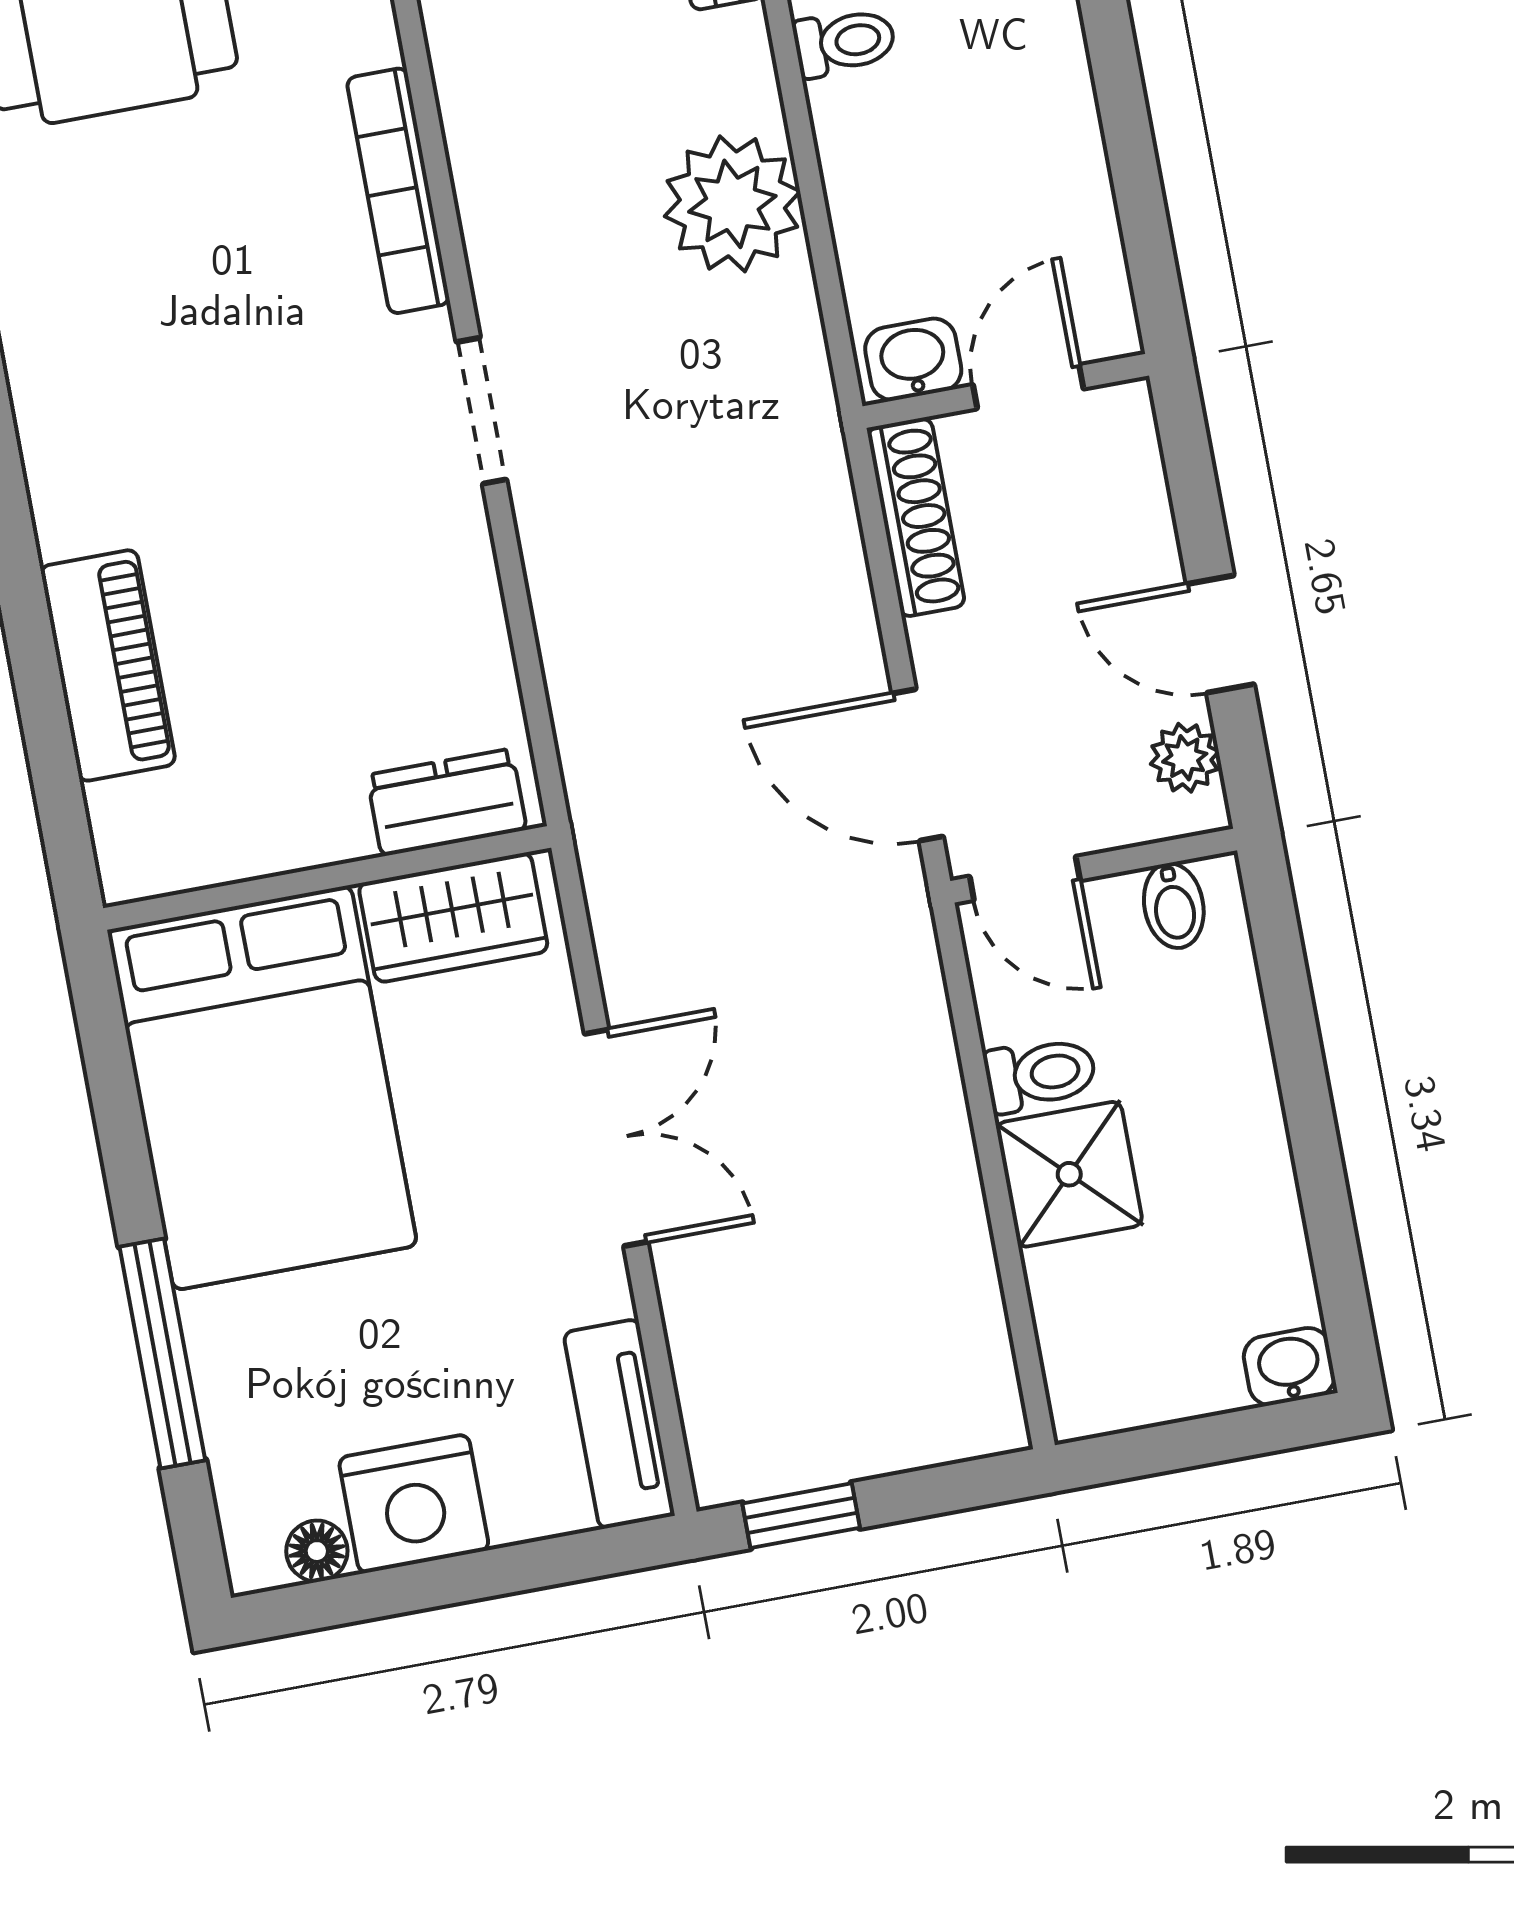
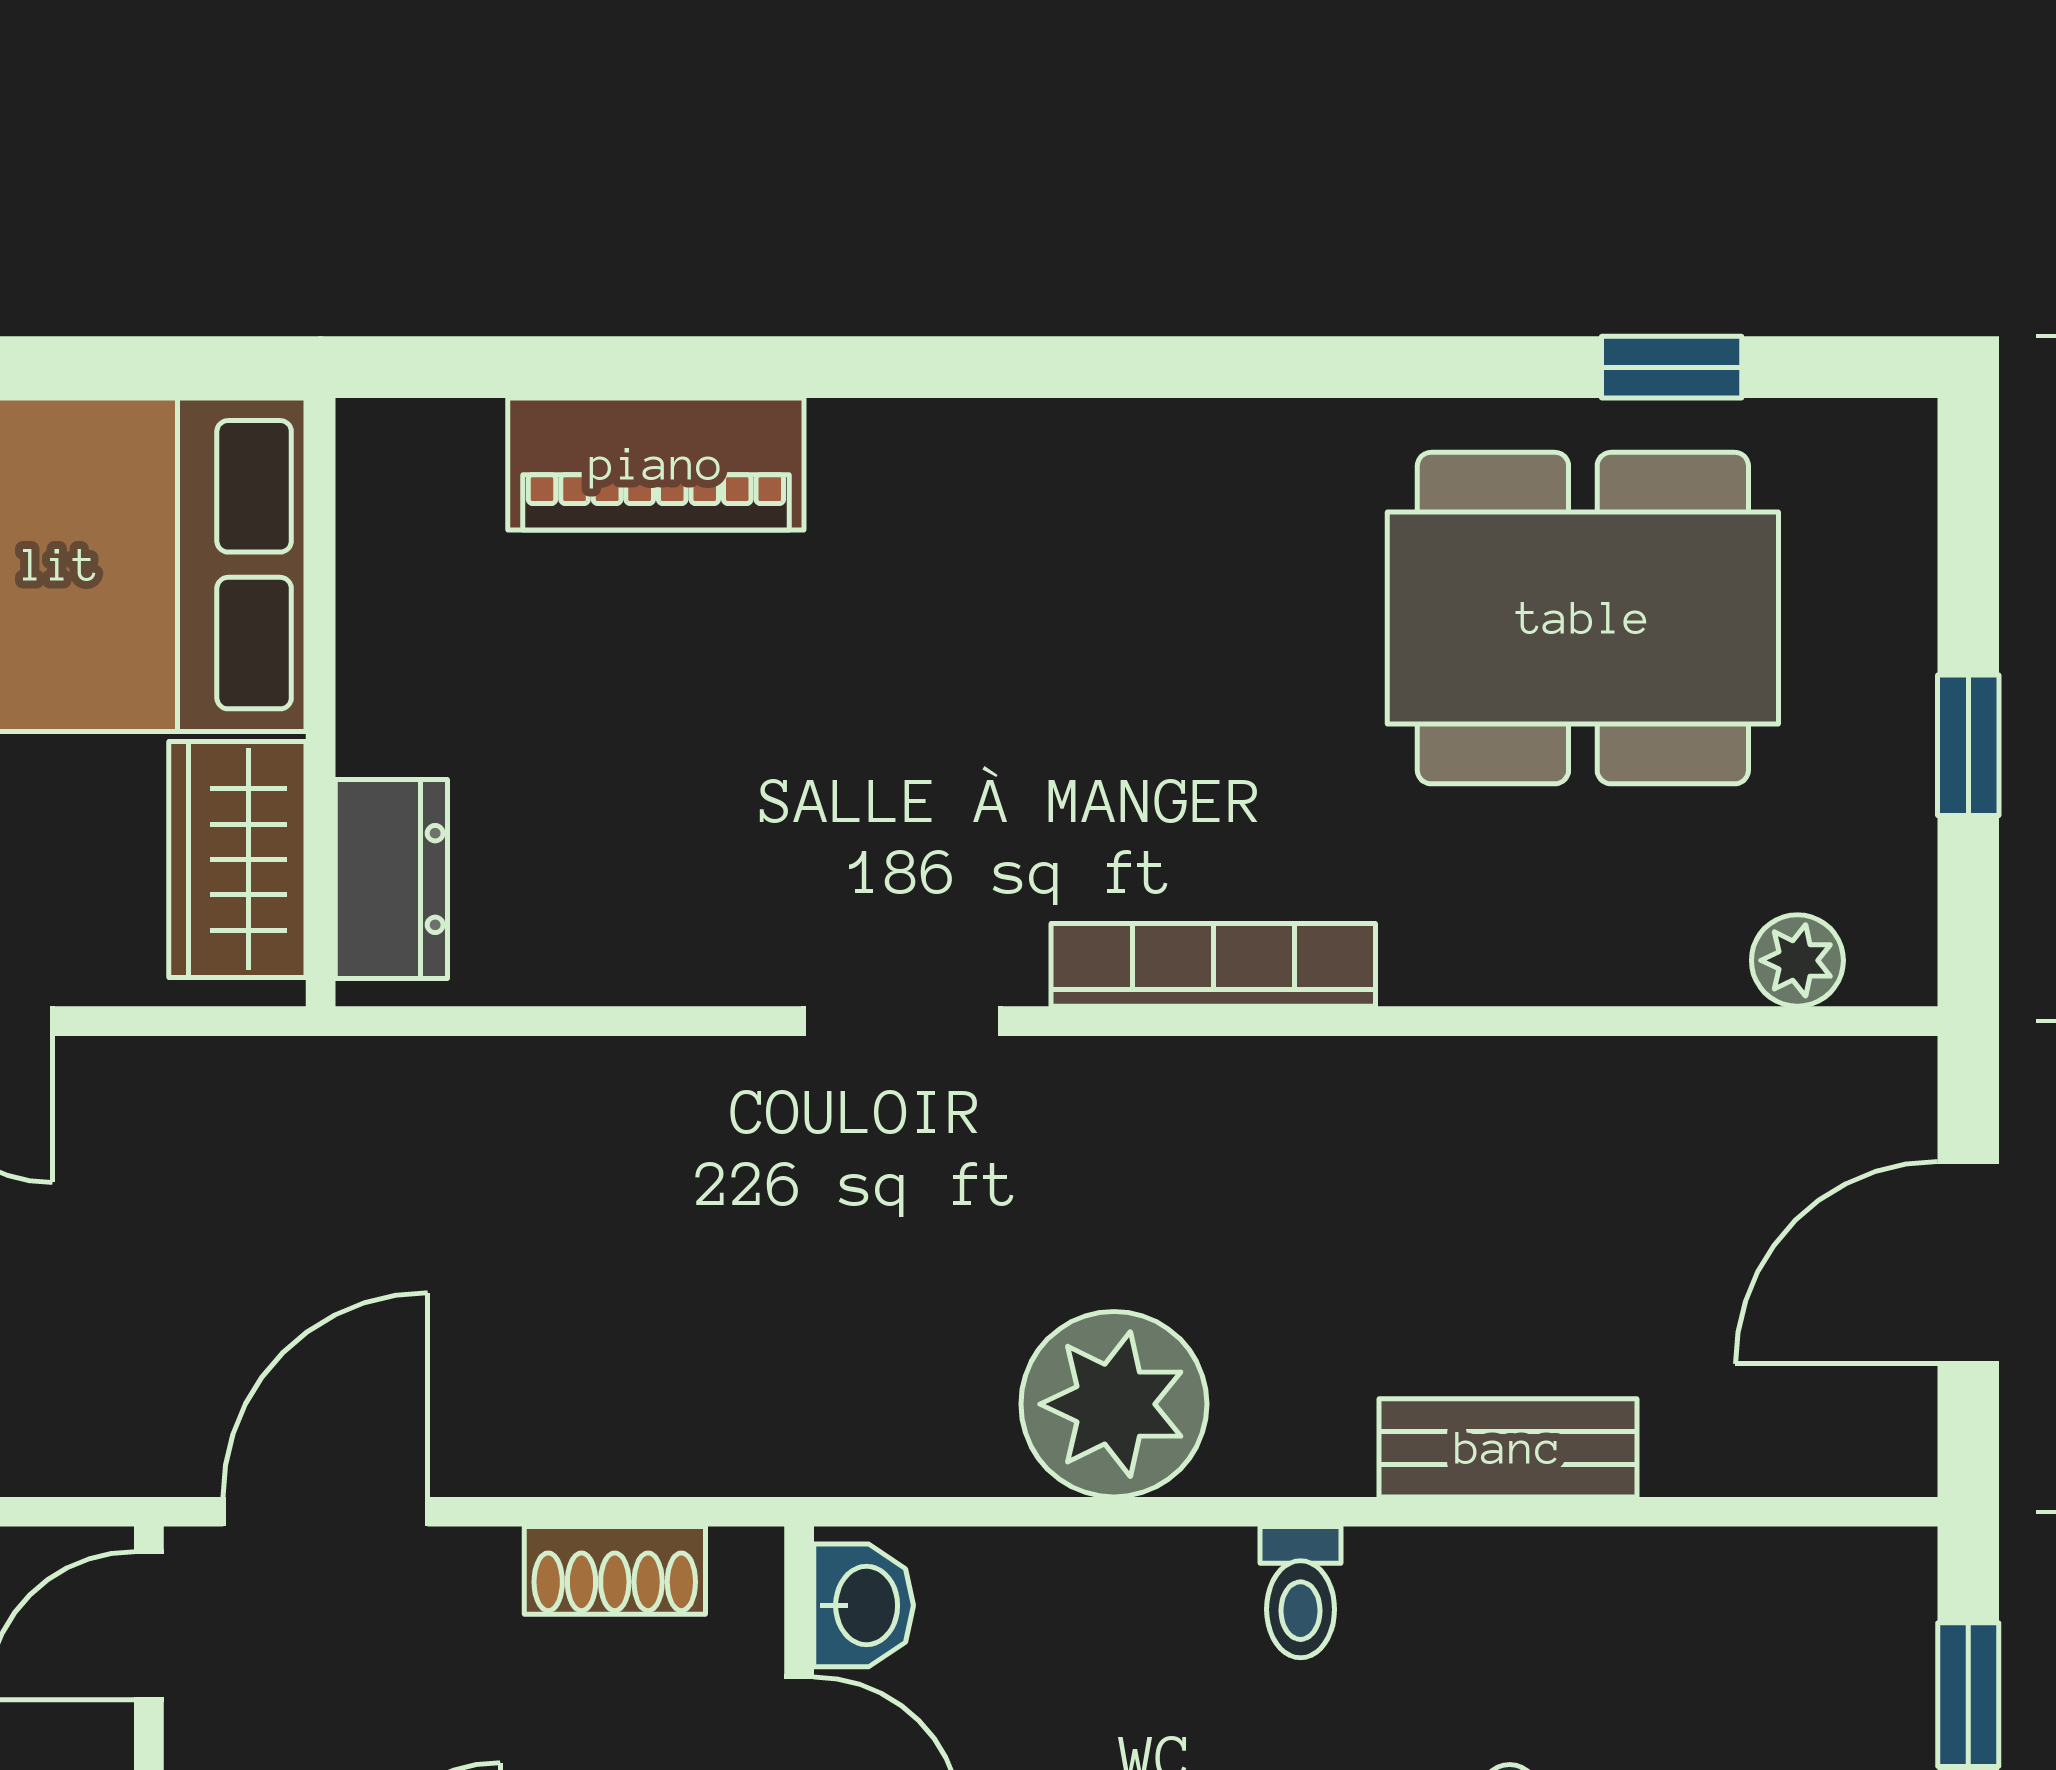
shoe rack: (916, 517) -> (615, 1570), width x0.70

